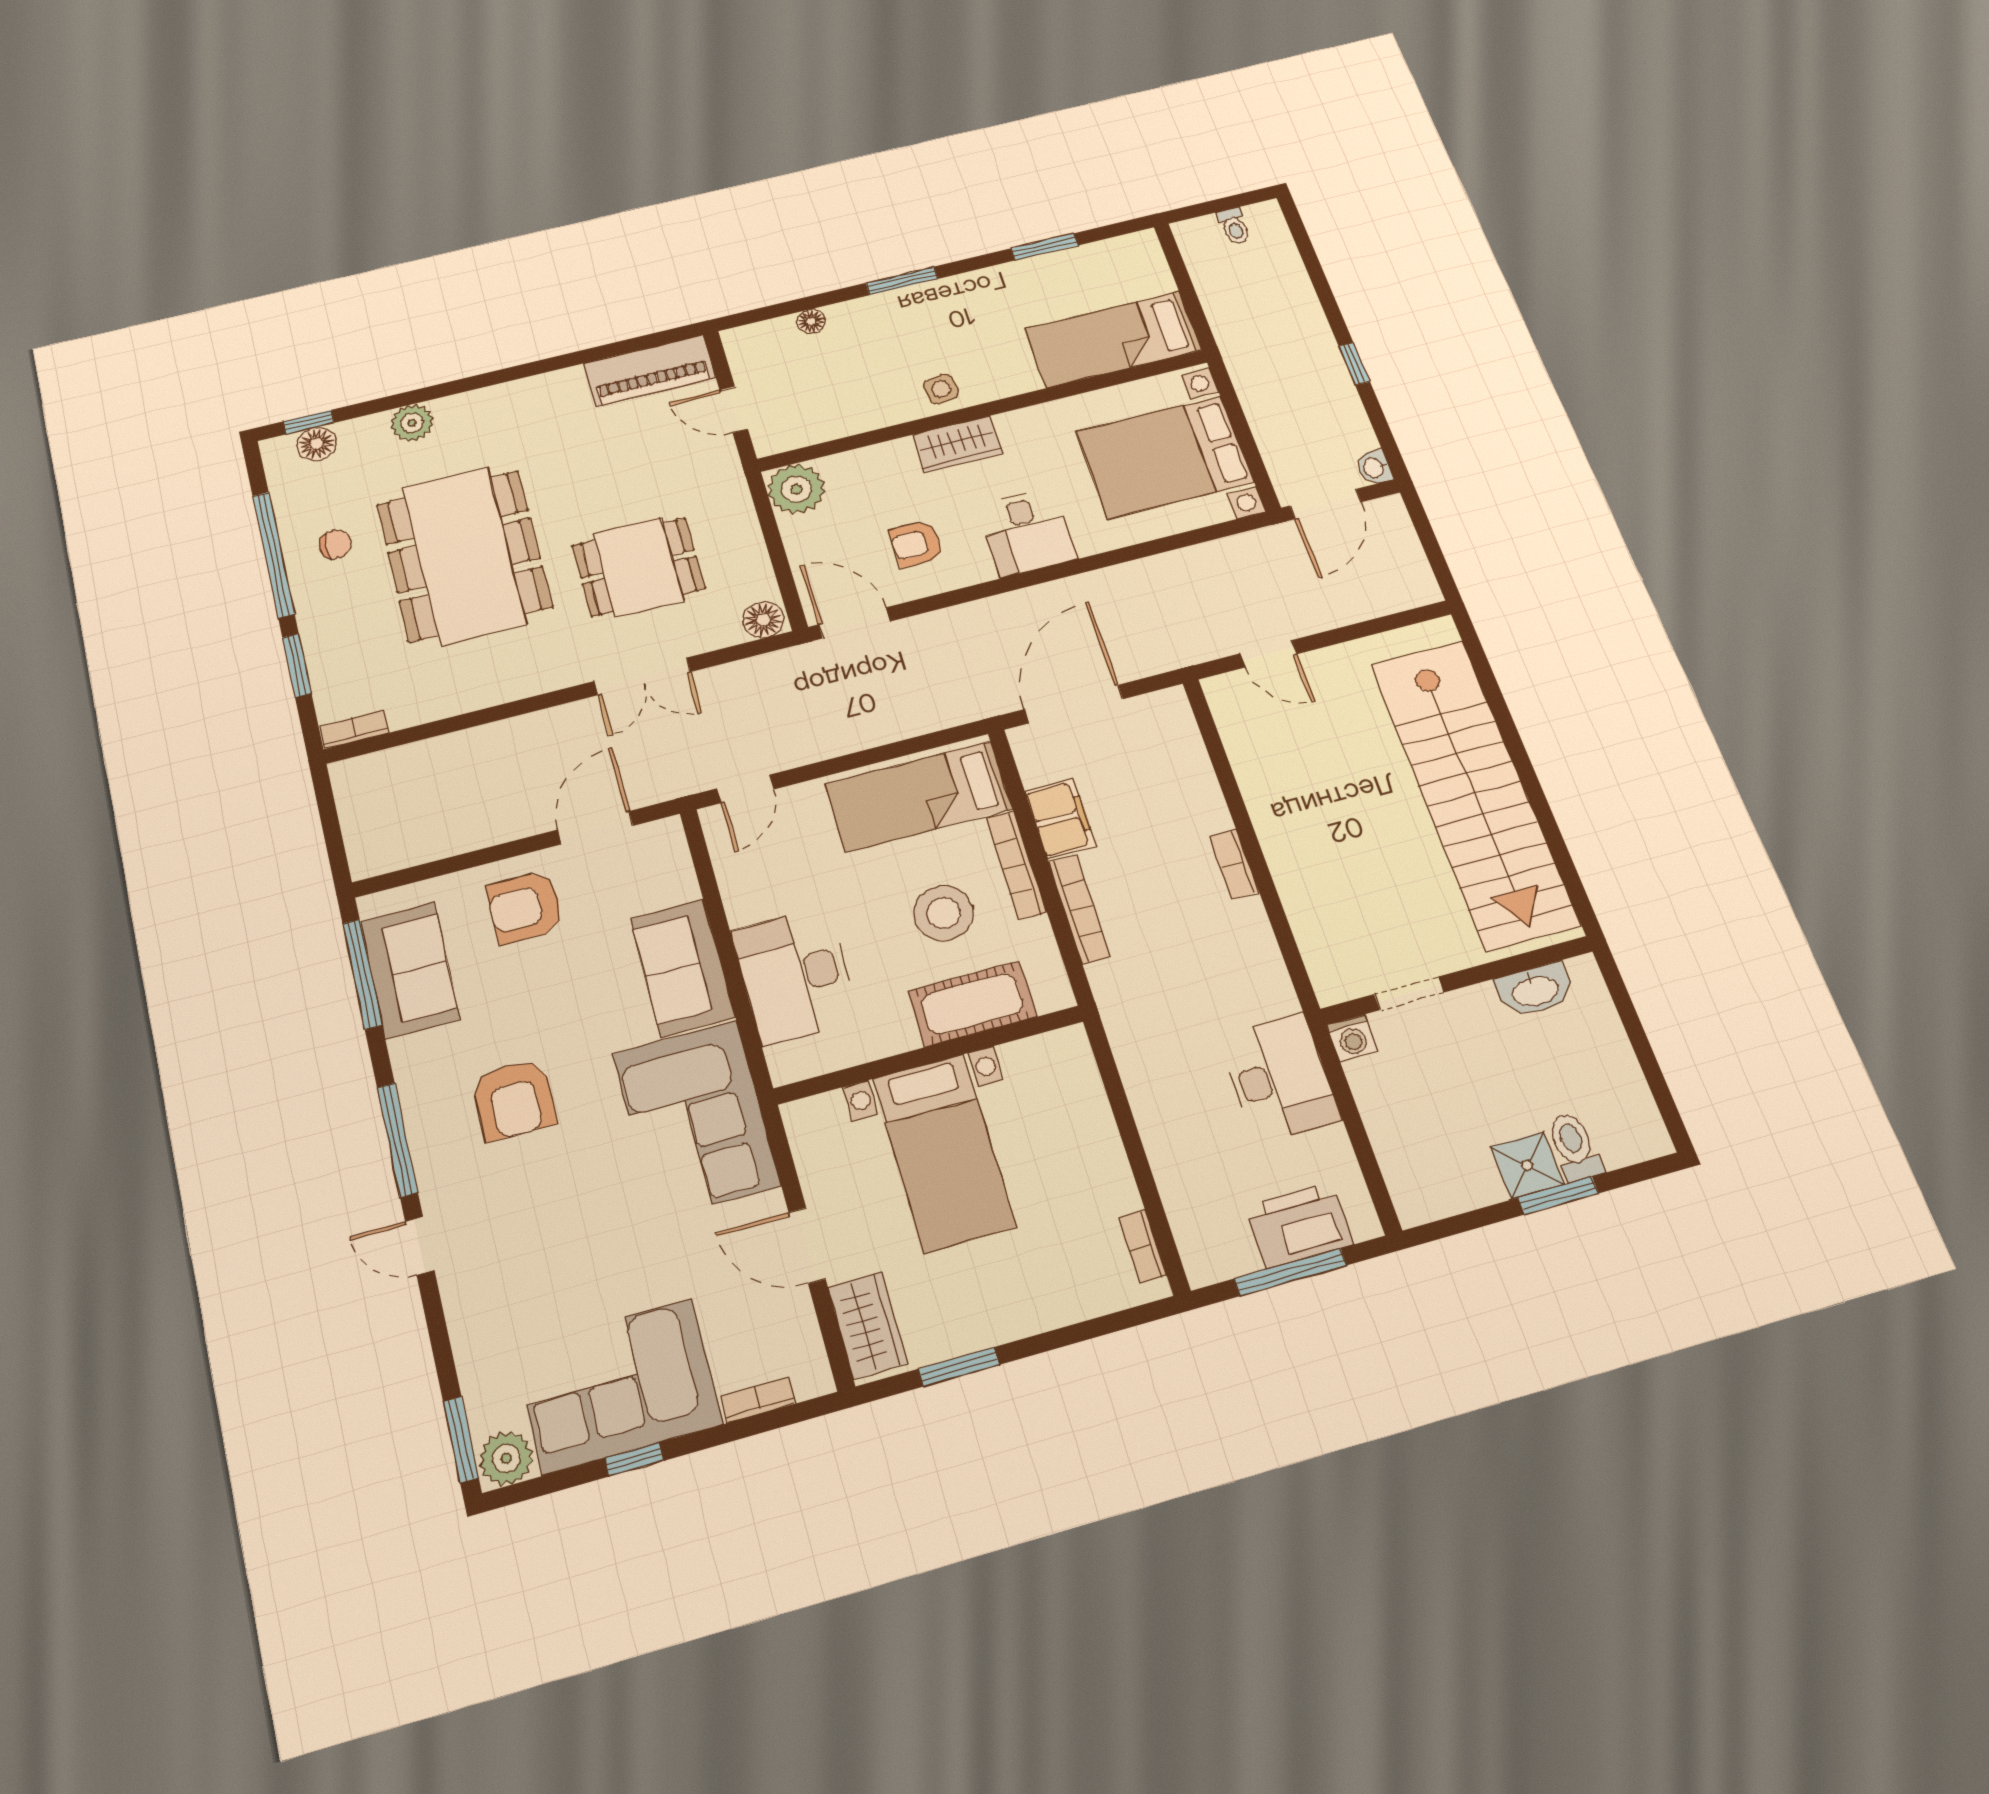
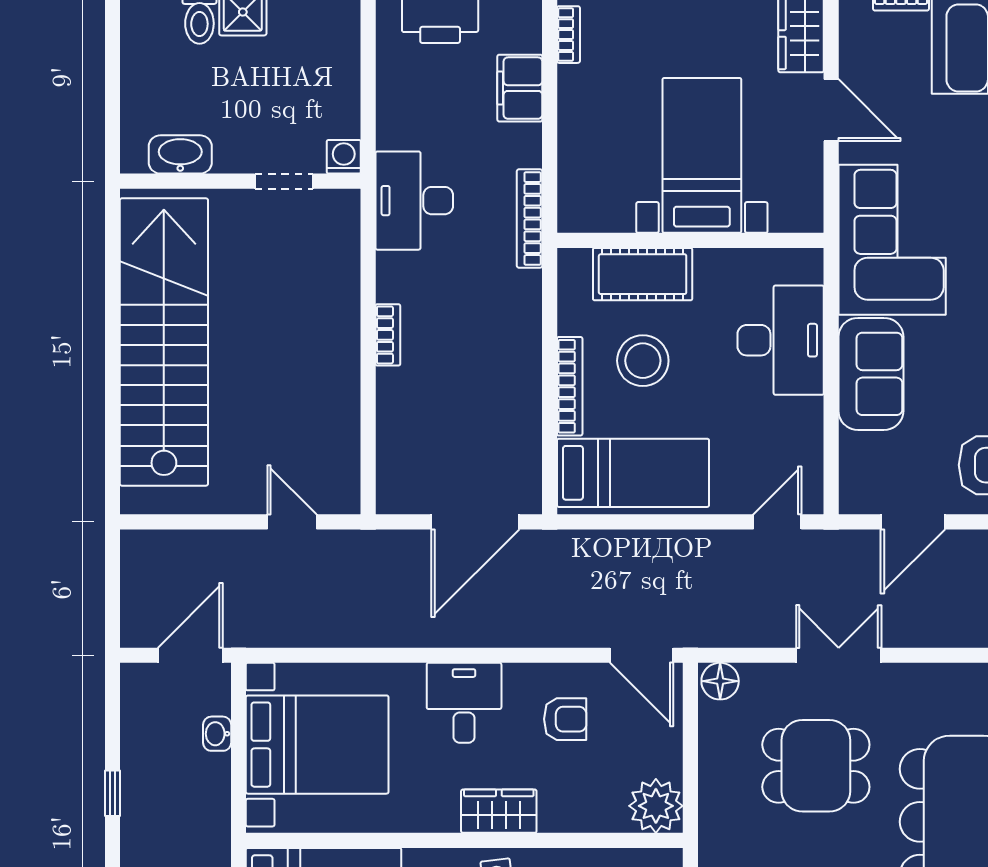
washbasin: (1374, 468) -> (217, 734), moved, turned 180
filing cabinet: (1060, 819) -> (520, 88), moved
bookcase: (1079, 909) -> (530, 219), moved
desk: (1279, 1078) -> (414, 201), moved

